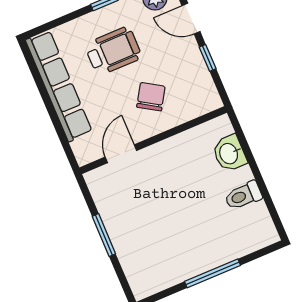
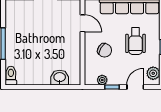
plant: (203, 79) -> (102, 80), added
toilet: (243, 196) -> (11, 76), moved

